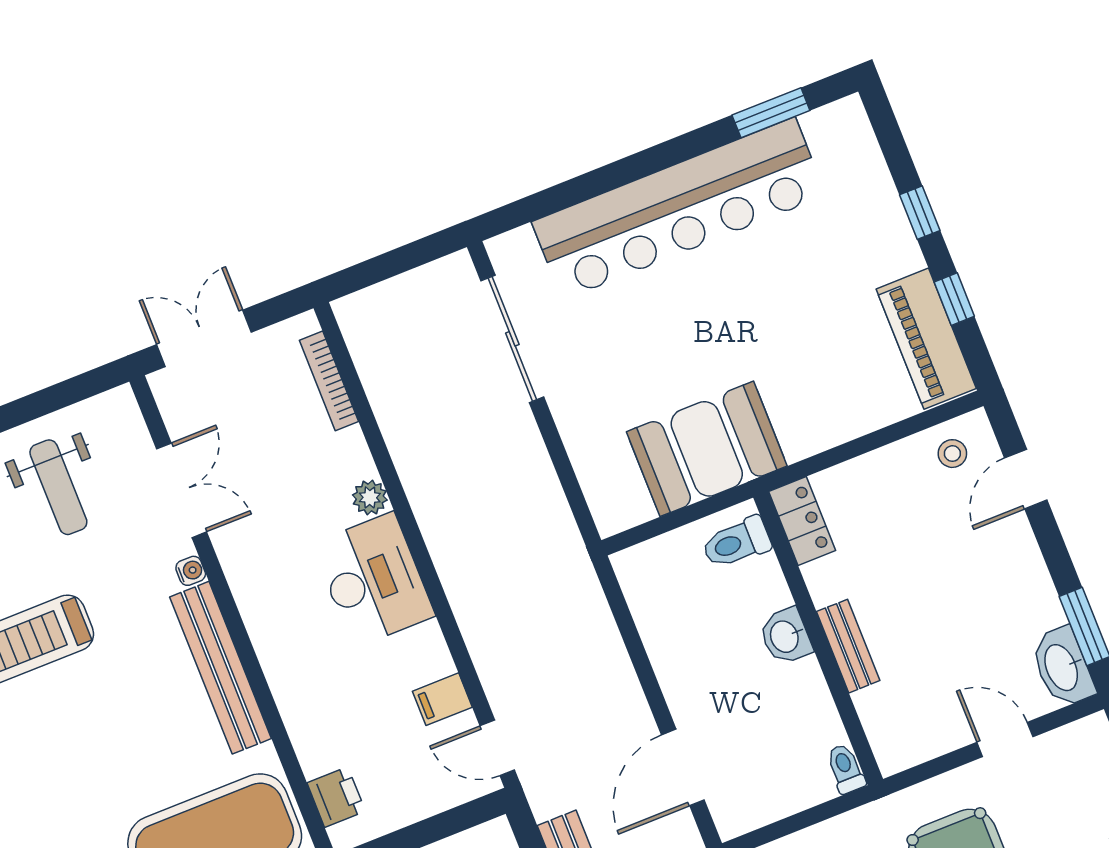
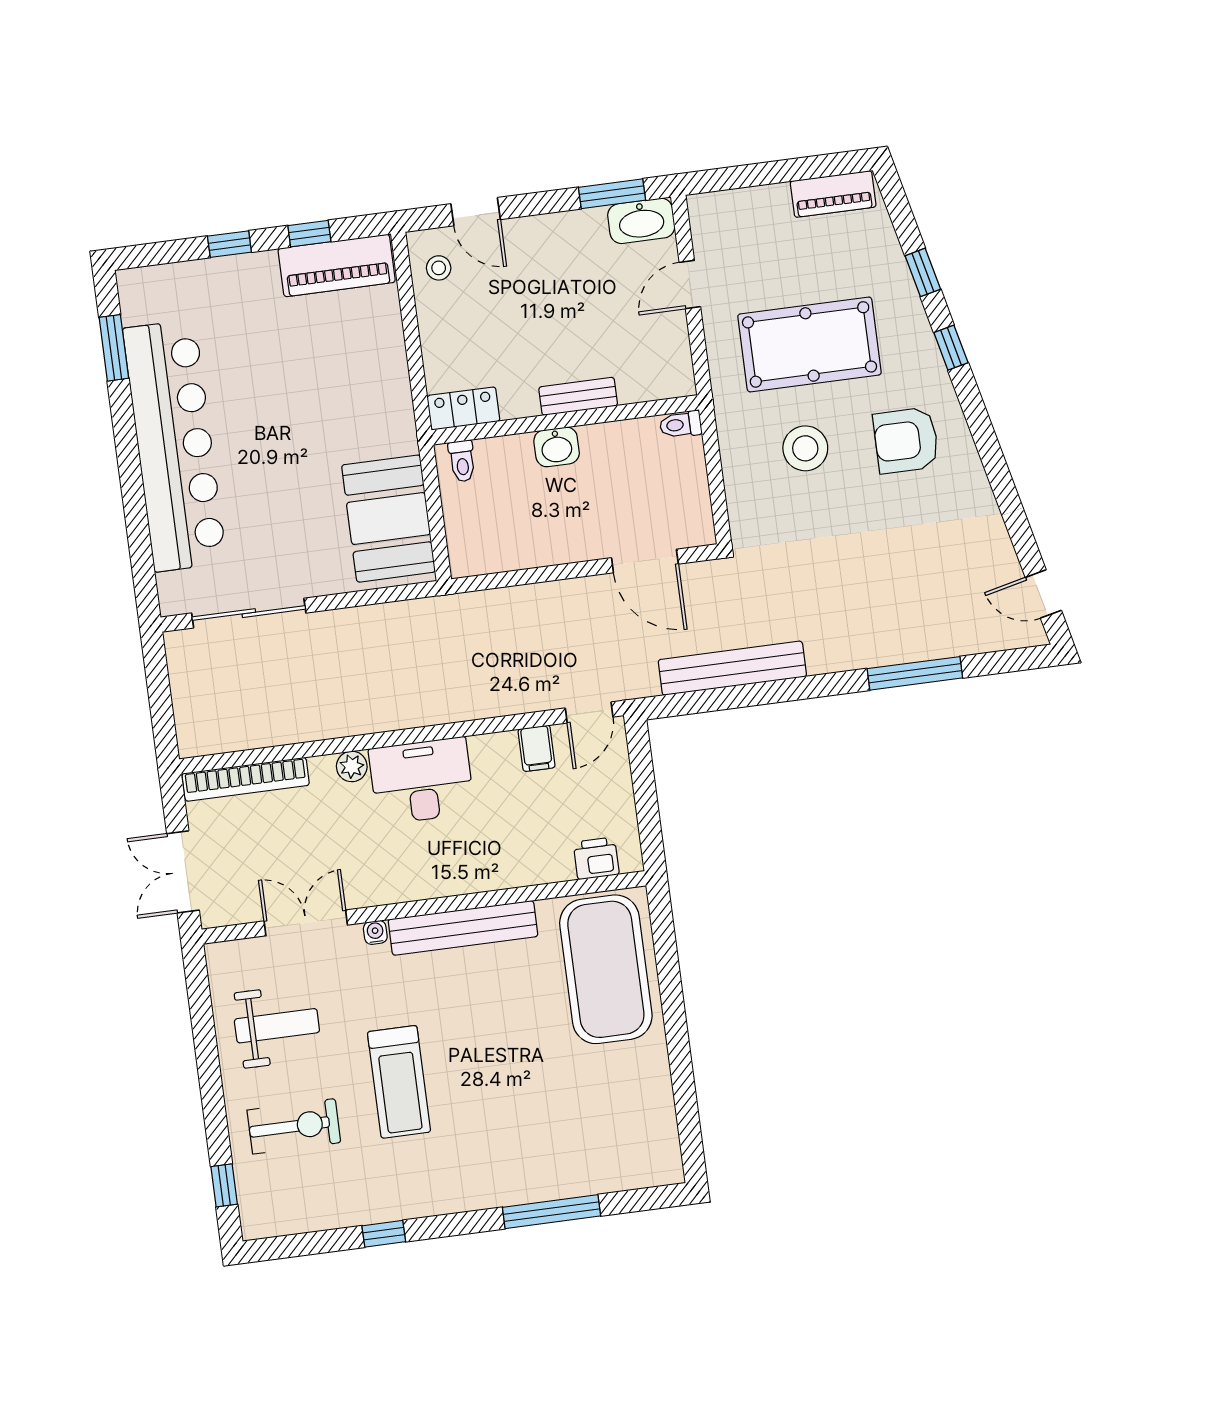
bookcase: (329, 381) -> (246, 779), width x1.48, depth x1.31
booth: (707, 449) -> (388, 519), moved
toilet: (736, 543) -> (462, 461), width x0.73, depth x0.72

